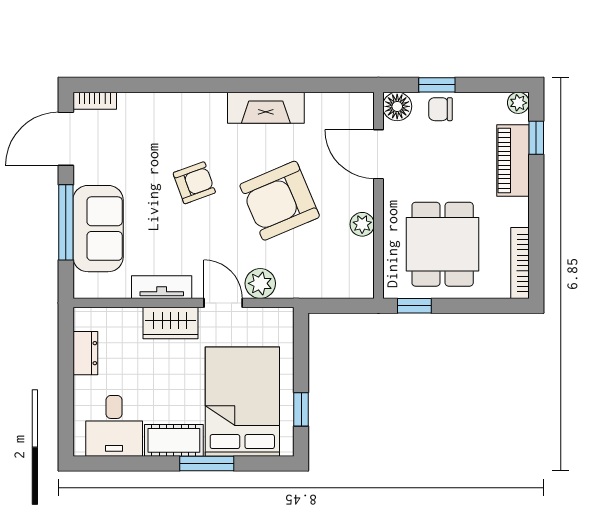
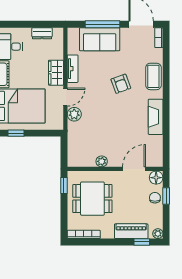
coffee table: (179, 112) -> (153, 76), added
armchair: (280, 201) -> (113, 123), removed

